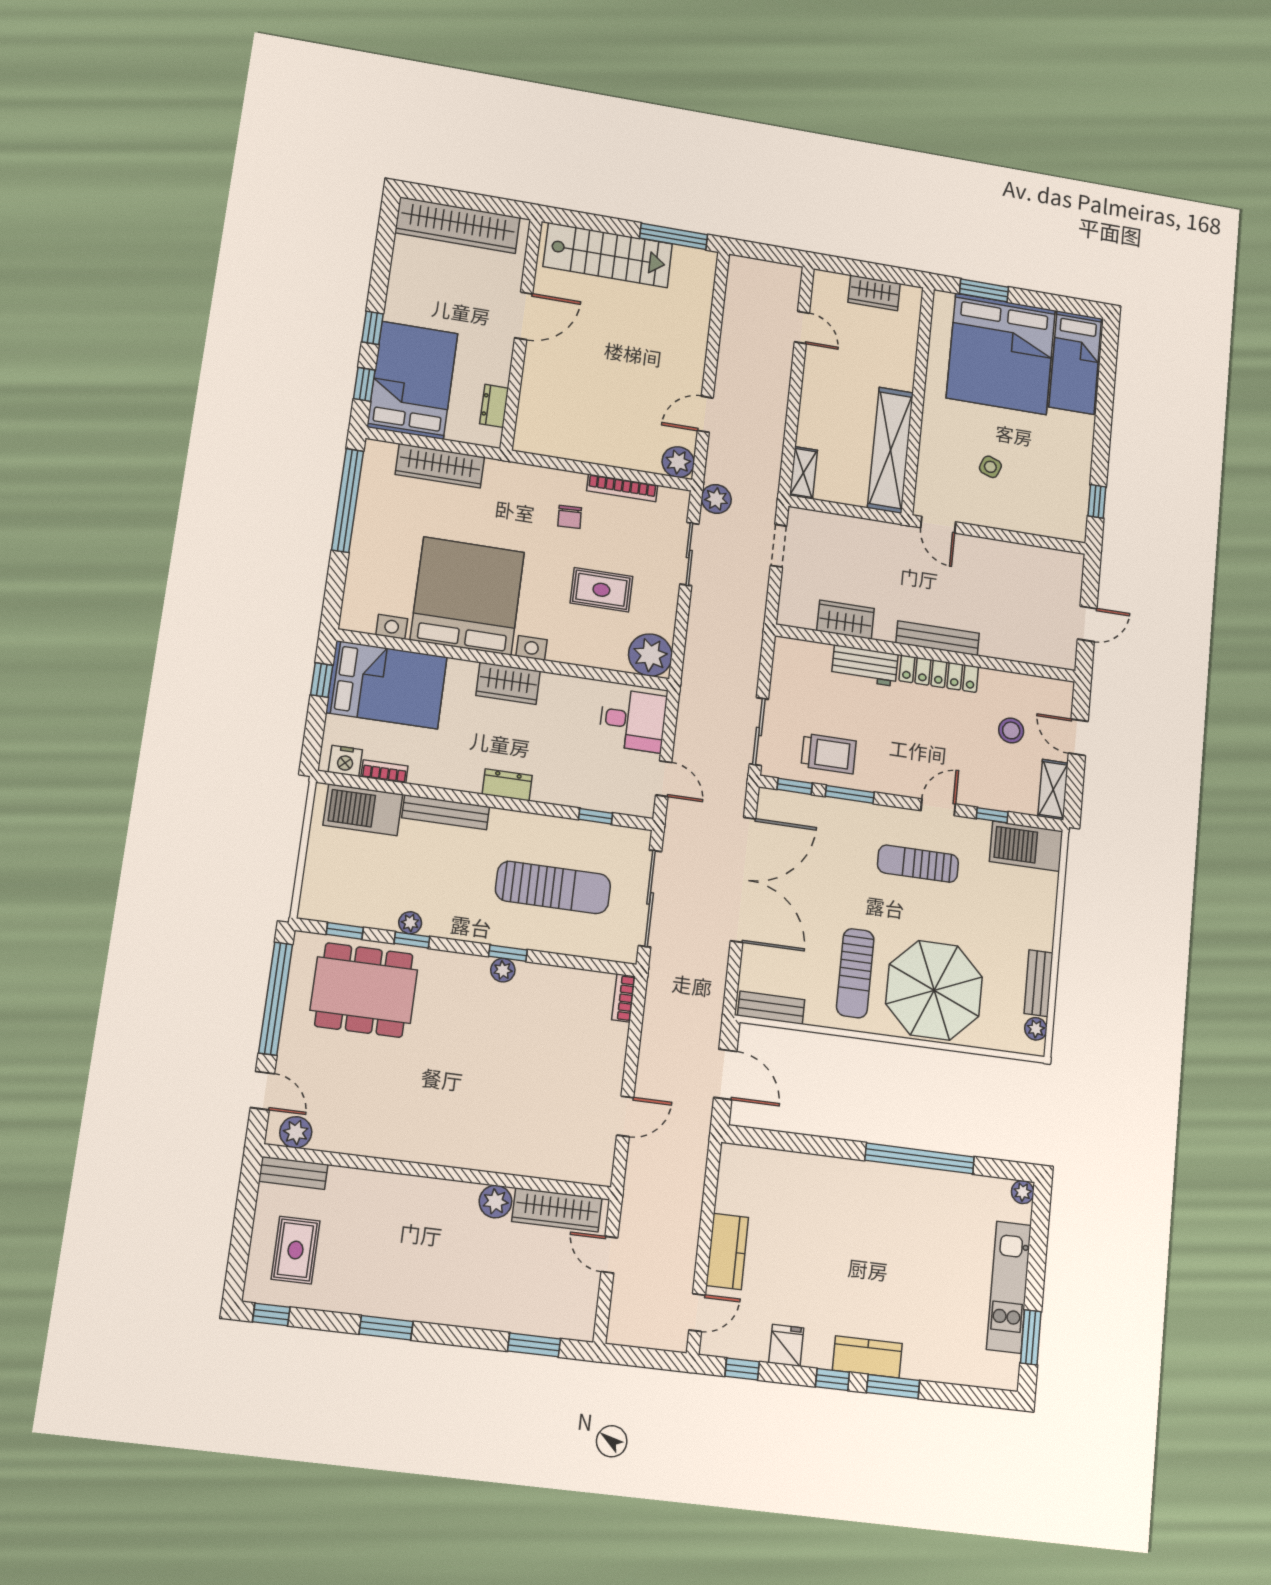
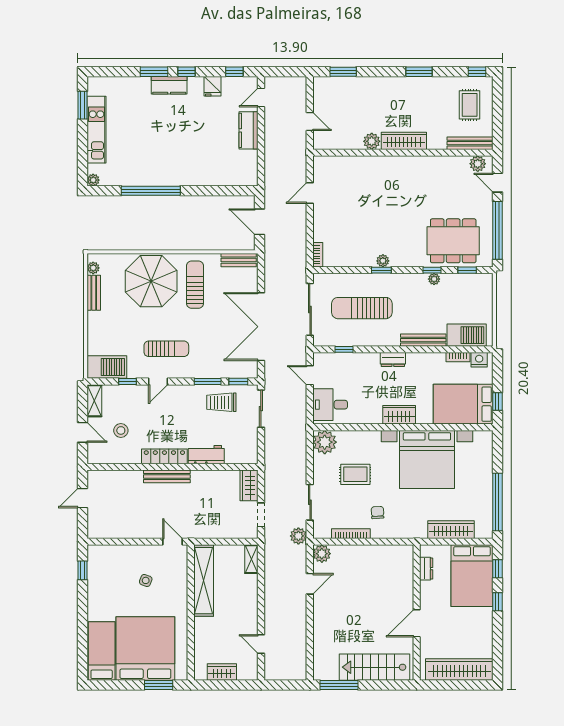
wardrobe: (845, 620) -> (249, 485), moved, turned 90
bench: (293, 1173) -> (470, 143), width x1.36
wardrobe: (557, 1210) -> (404, 141), moved

